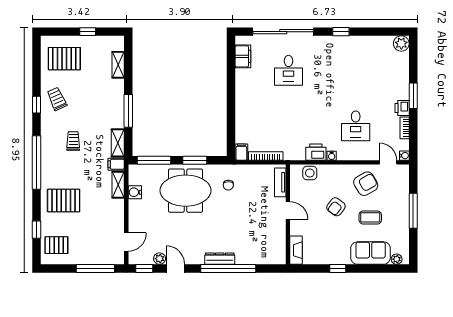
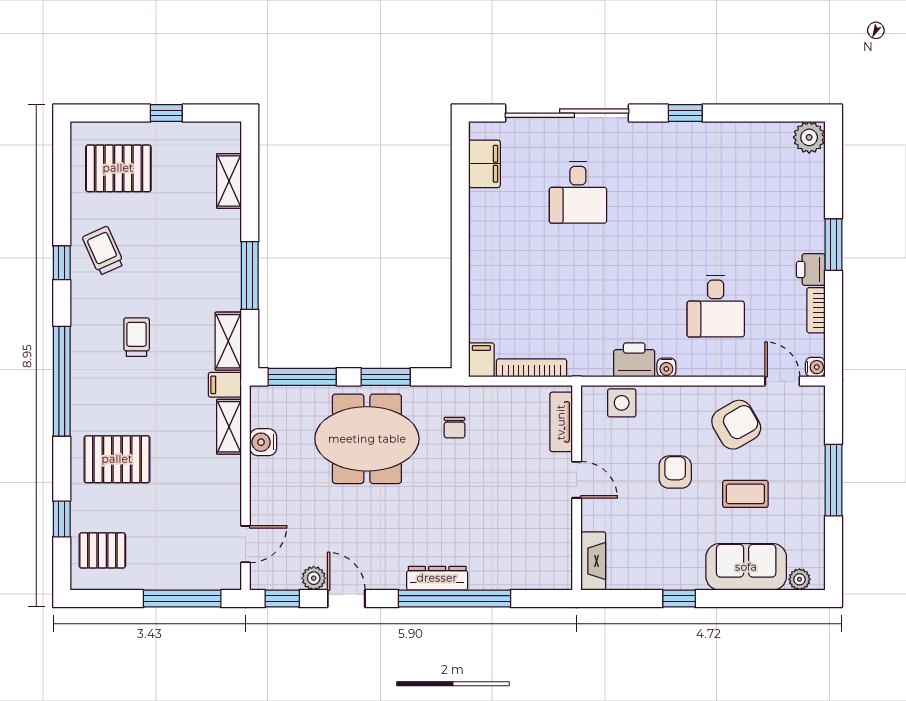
armchair: (336, 207) -> (675, 472), turned 143

